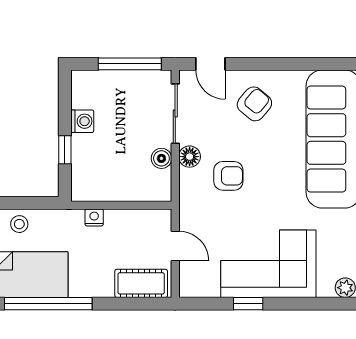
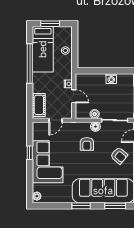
window: (65, 150) -> (99, 71), removed
door: (122, 205) -> (74, 96), added

